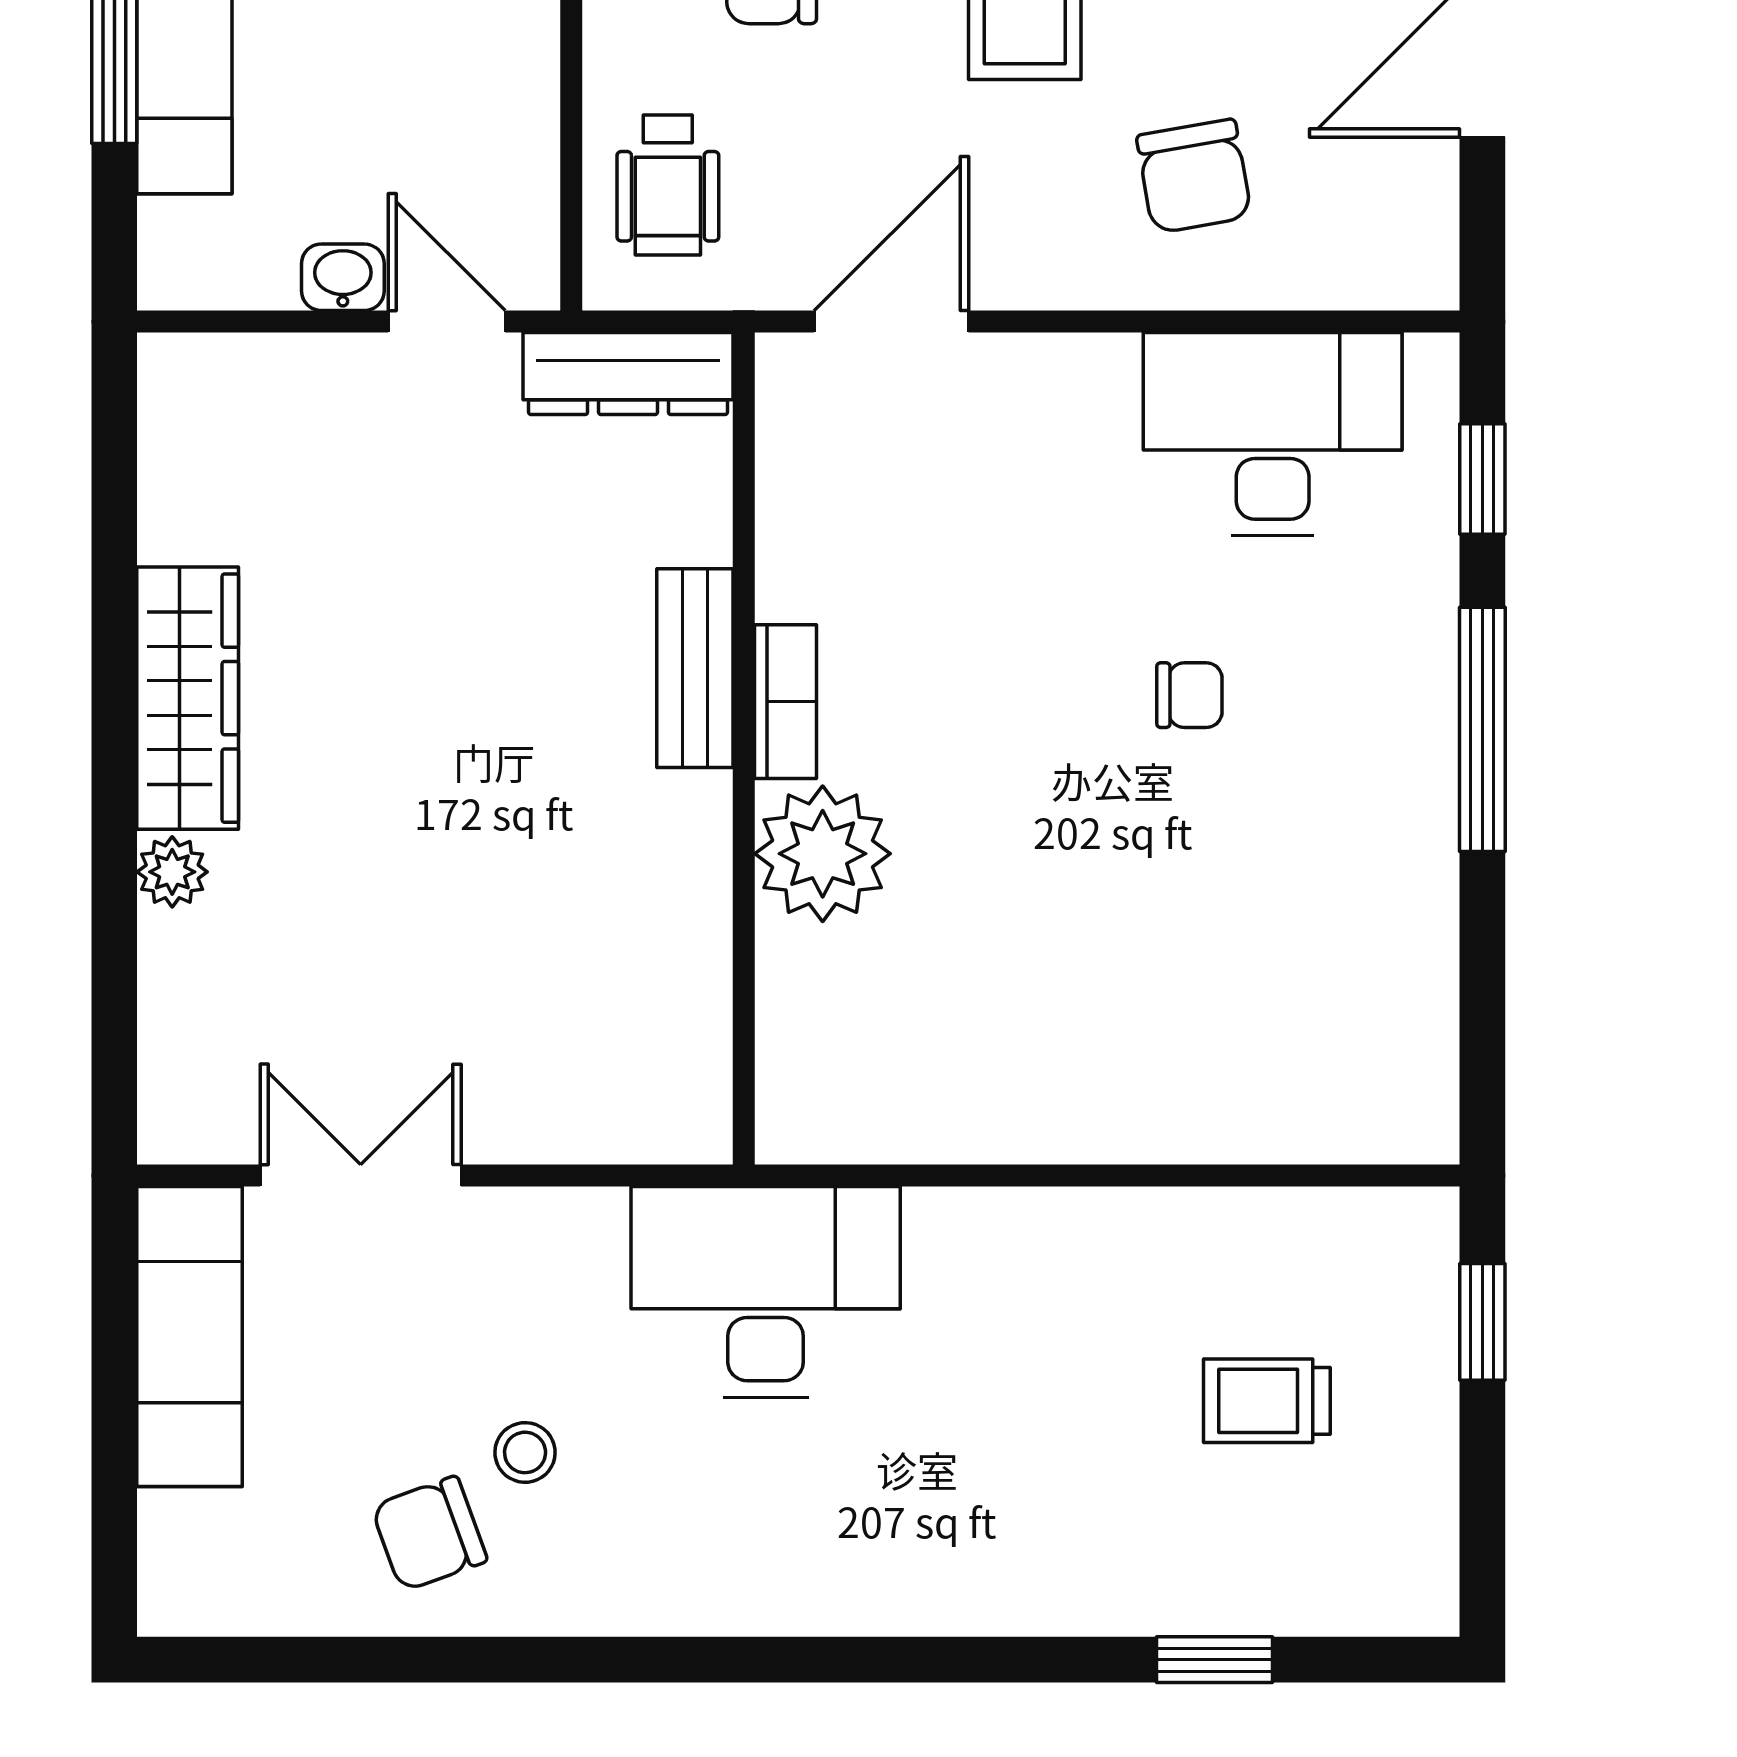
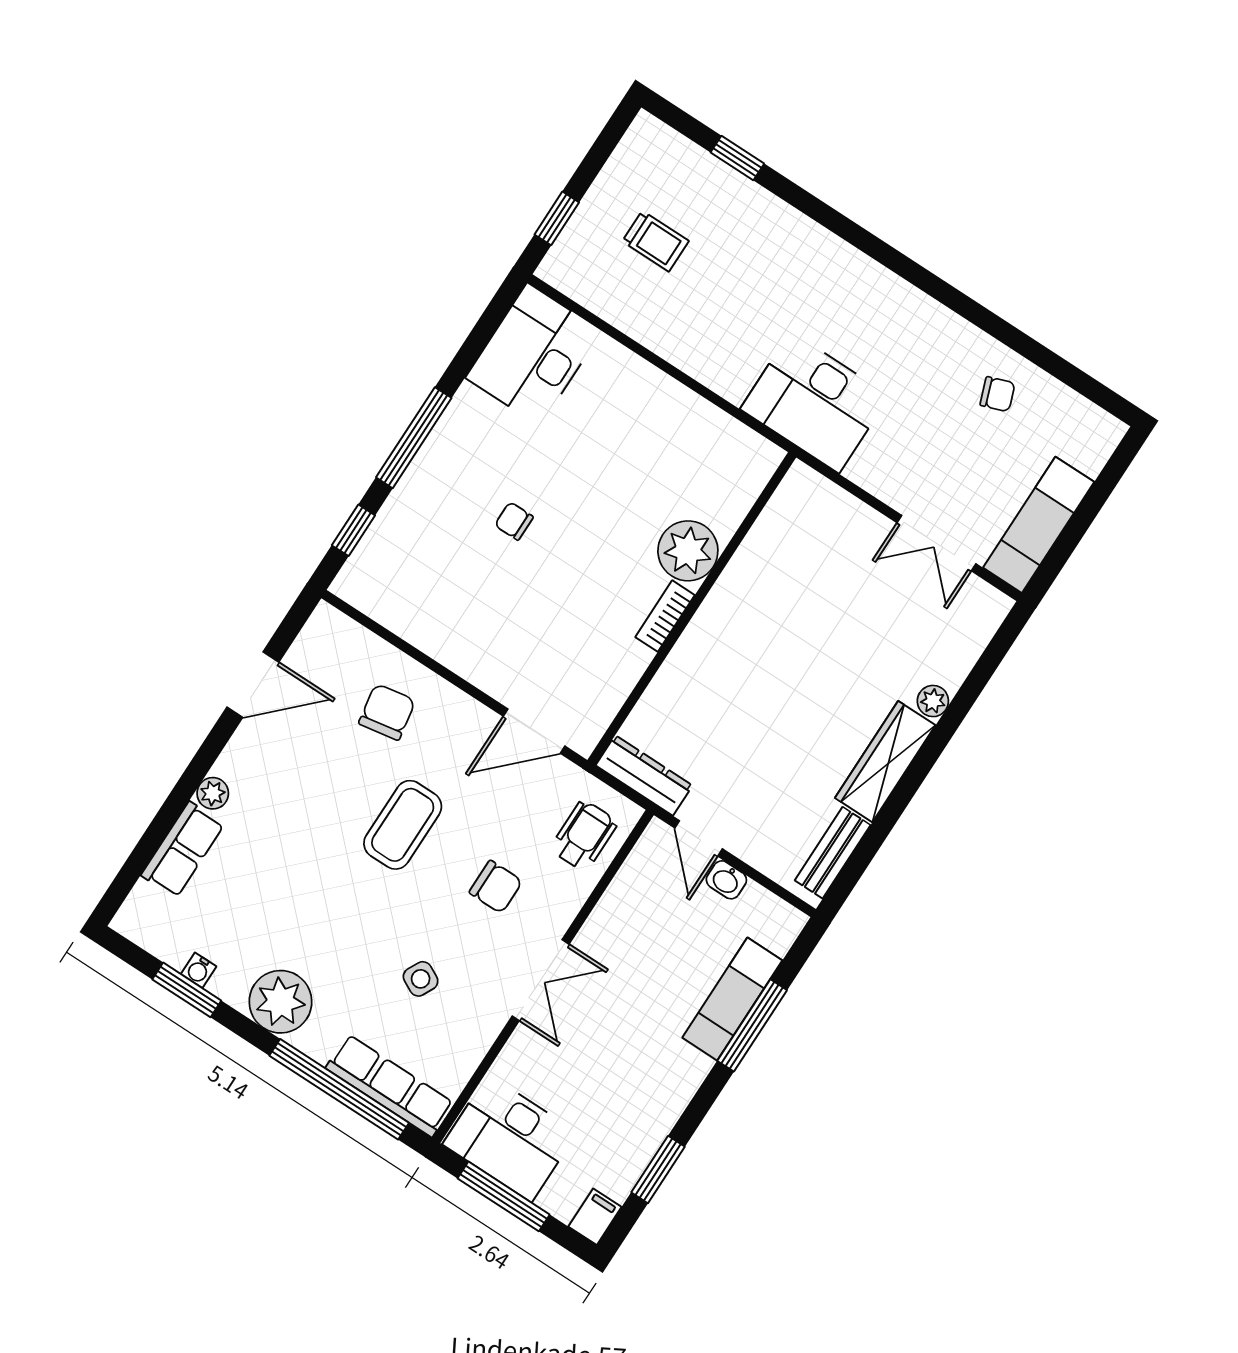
desk: (1273, 434) -> (534, 354), moved, turned 90
bench: (695, 668) -> (833, 853), moved
stool: (525, 1452) -> (942, 401), removed
chair: (429, 1534) -> (998, 394), width x0.73, depth x0.73

